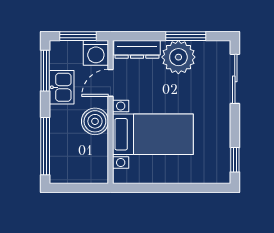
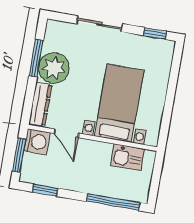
window: (45, 71) -> (45, 190), width x0.67
sliding door: (235, 79) -> (99, 24), moved
kitchen sink: (62, 87) -> (128, 157), moved, turned 180
boiler: (95, 121) -> (99, 153), removed

